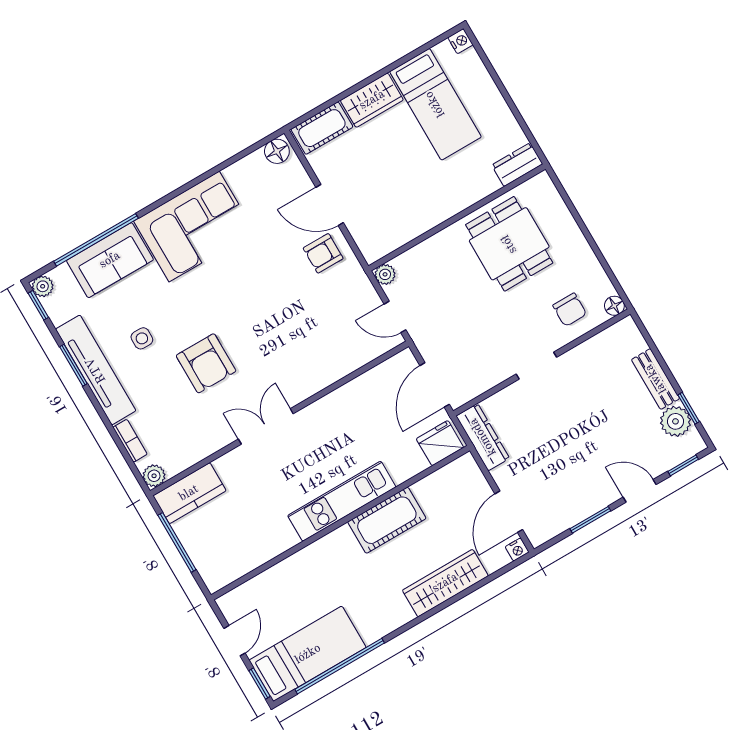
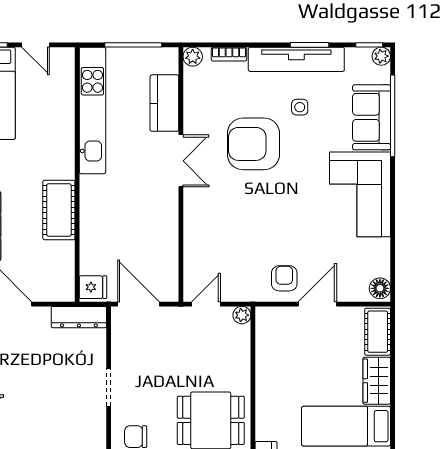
armchair: (206, 363) -> (253, 144), width x1.36, depth x1.36
fridge: (440, 443) -> (93, 287), width x0.72
kitchen counter: (189, 493) -> (164, 103), moved
kitchen unit: (342, 501) -> (92, 110), moved, width x1.36

